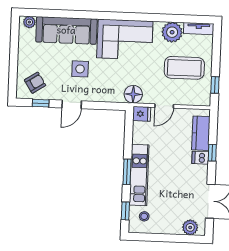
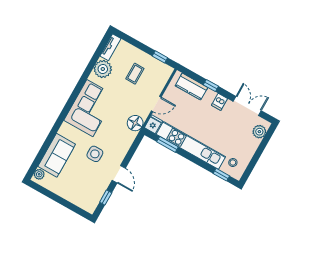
sofa: (66, 30) -> (57, 155), width x0.73
coffee table: (184, 68) -> (135, 74), width x0.54, depth x0.58
armchair: (35, 83) -> (88, 194), removed
door: (164, 106) -> (156, 104), hinge flipped
dishwasher: (200, 158) -> (219, 102), moved
window: (127, 172) -> (167, 144), moved
kitchen unit: (139, 175) -> (191, 145), width x1.36

